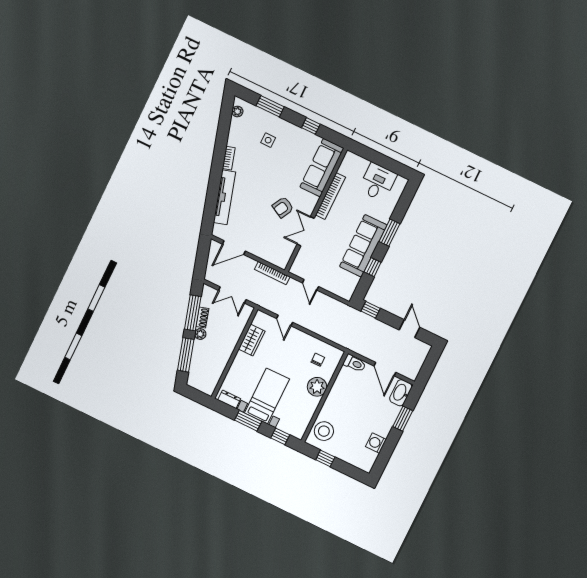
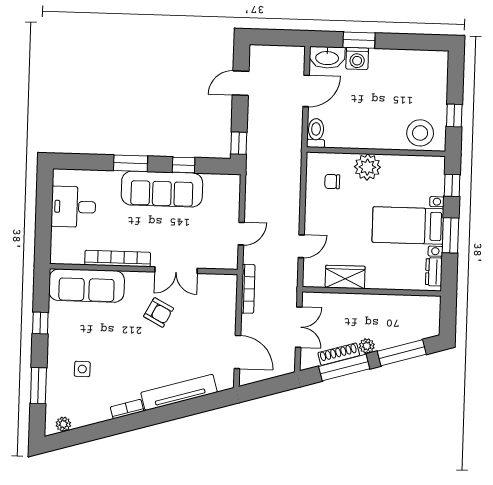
shoe rack: (202, 318) -> (339, 354), width x1.43
washing machine: (376, 443) -> (357, 58), moved

